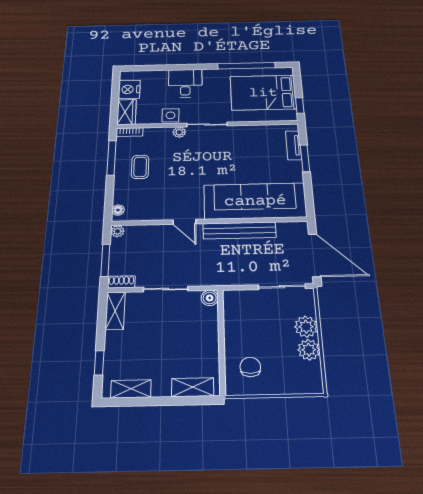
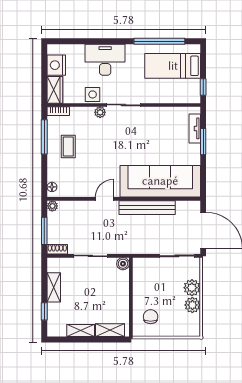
desk: (185, 83) -> (105, 60), width x1.37
bed: (263, 93) -> (173, 66), width x0.67
door: (184, 222) -> (104, 199), swing flipped
shelving: (115, 311) -> (54, 287), moved
shelving: (131, 389) -> (81, 331), moved

